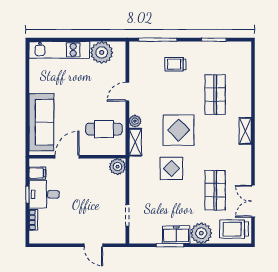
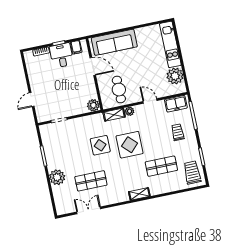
trolley: (234, 229) -> (192, 173), moved
freezer: (176, 235) -> (176, 104), moved, turned 90

